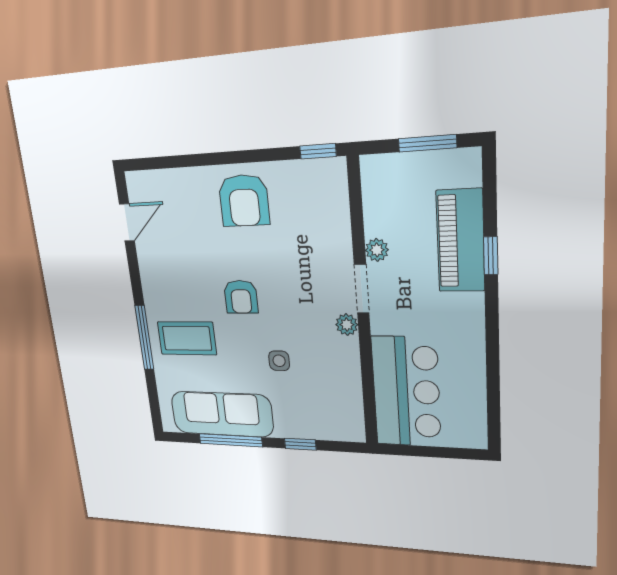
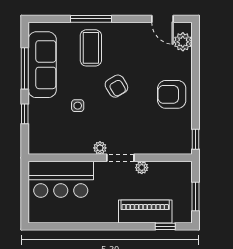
plant: (157, 186) -> (183, 42), added
window: (491, 256) -> (165, 226), moved
armchair: (241, 297) -> (116, 86), turned -121

